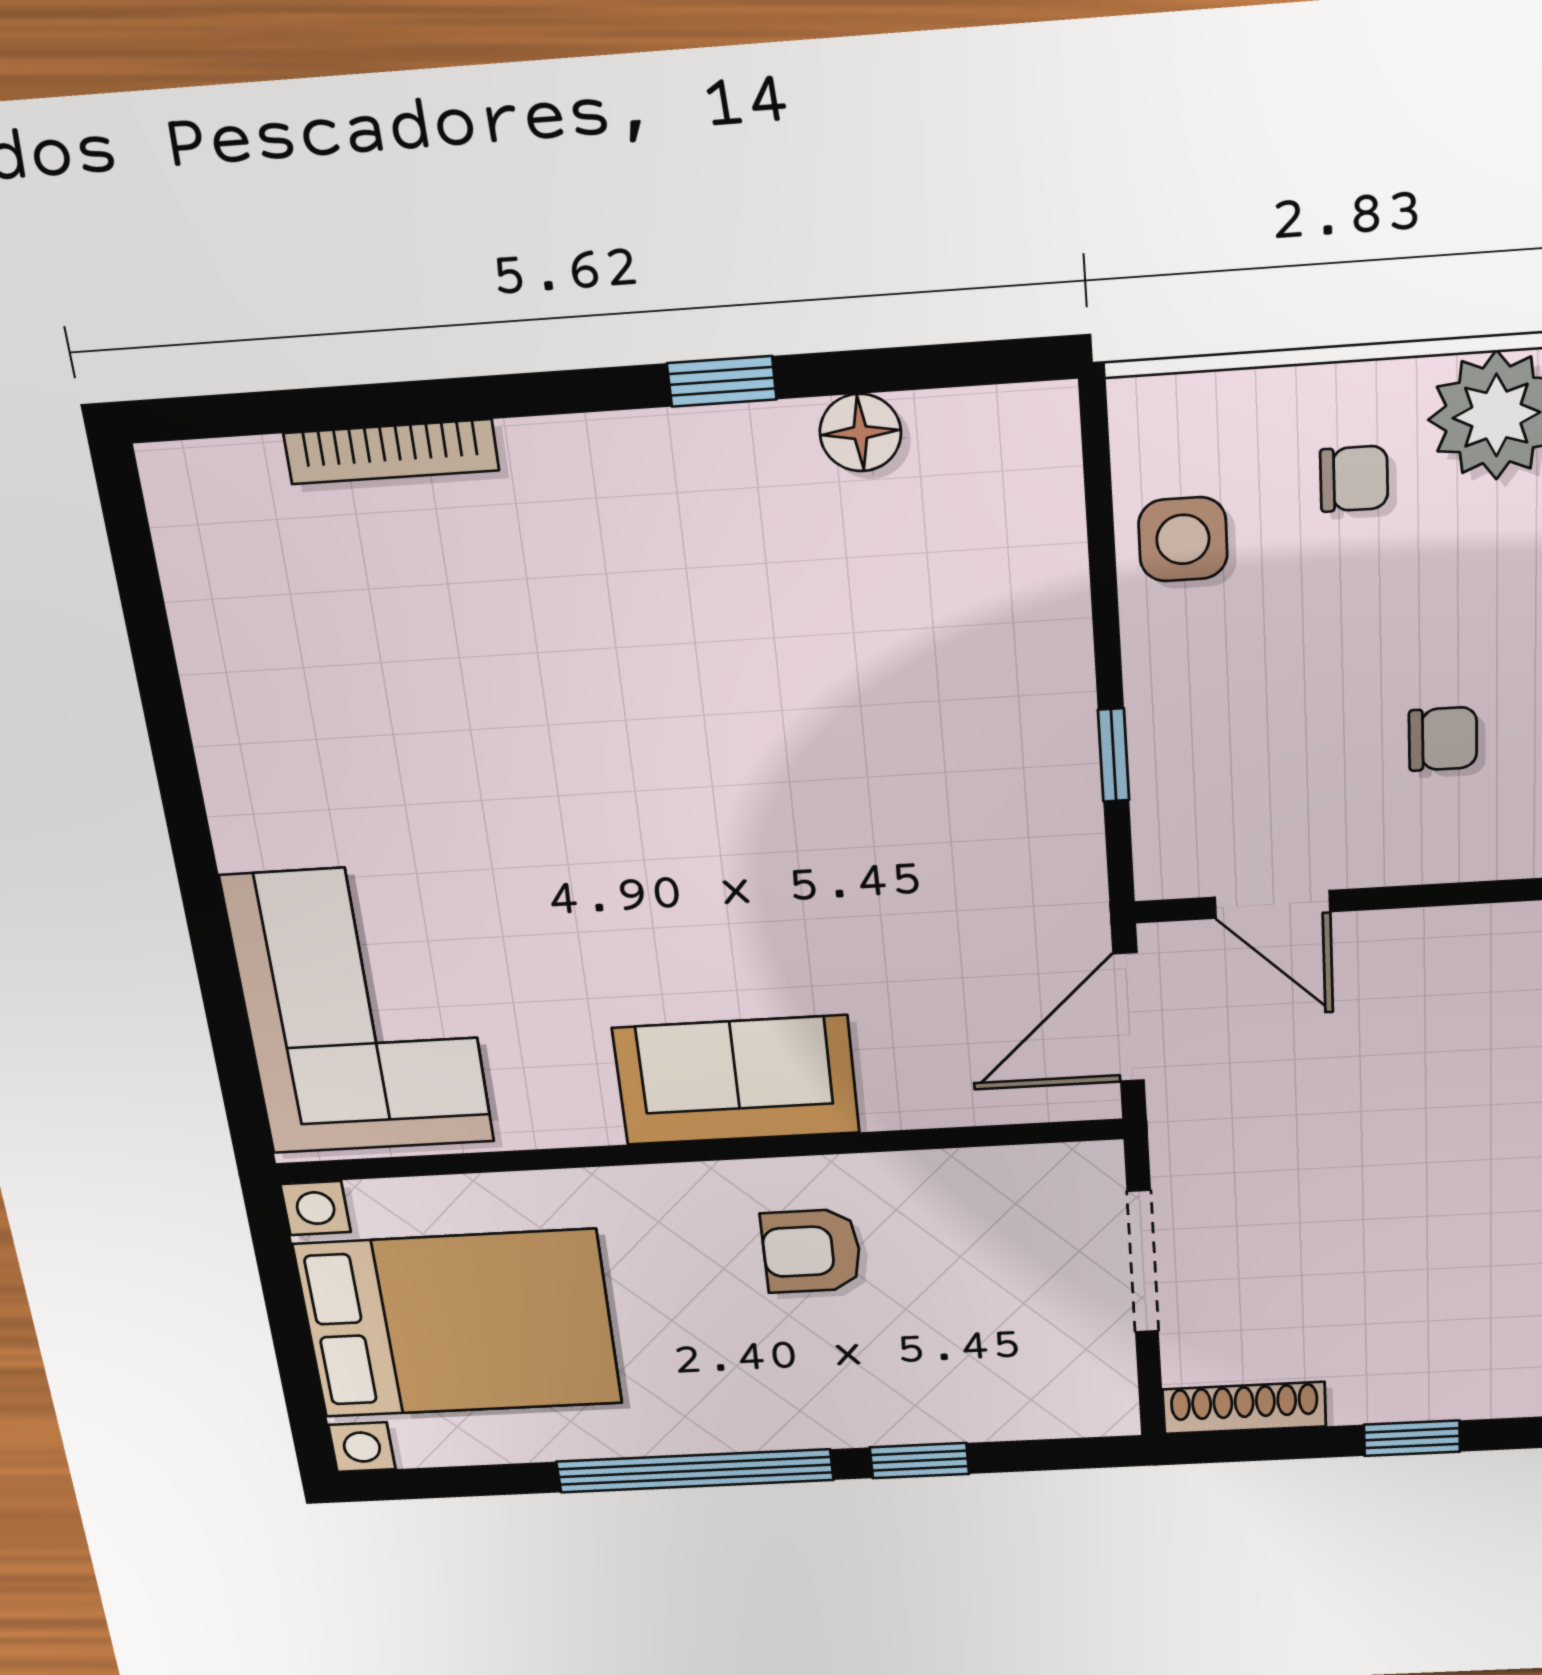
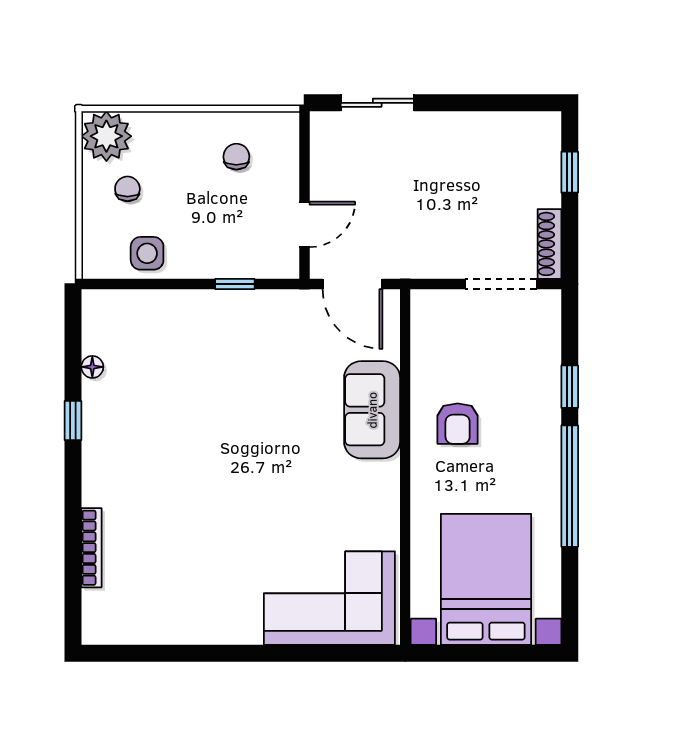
floor lamp: (860, 433) -> (92, 367), width x0.73, depth x0.73
sofa: (736, 1080) -> (372, 410), moved
doorway: (1143, 1262) -> (501, 284), moved

